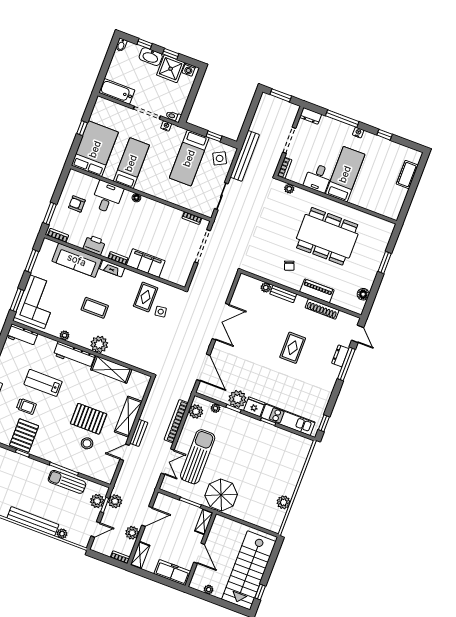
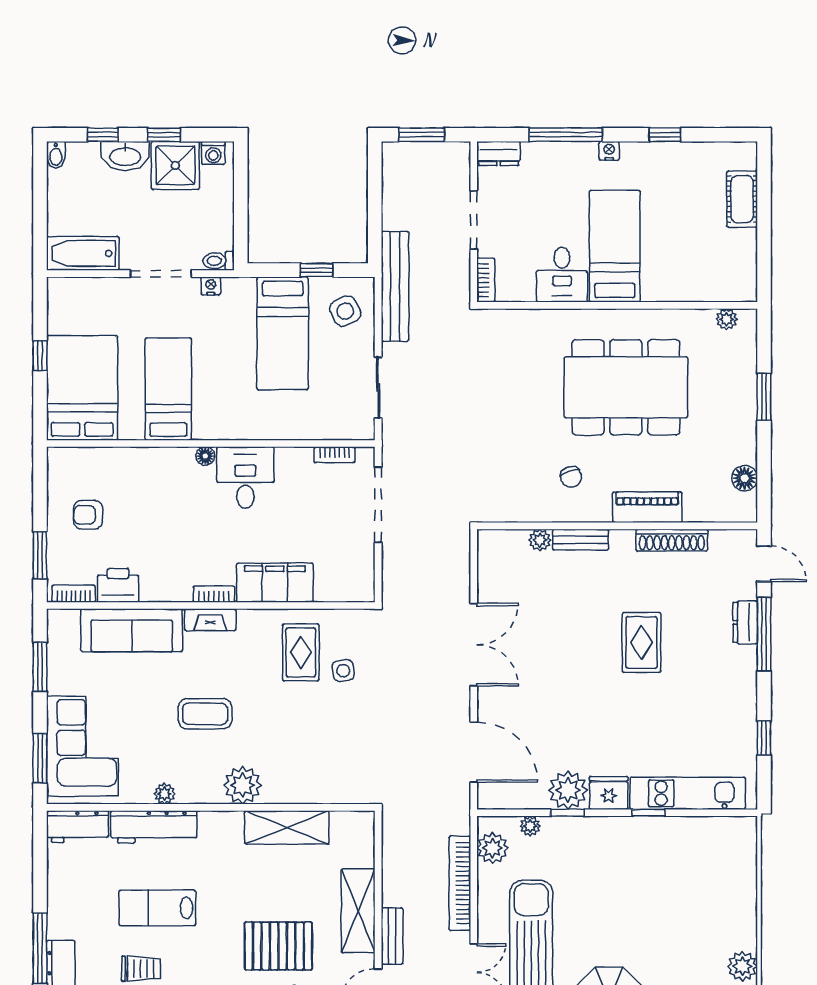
plant: (289, 189) -> (727, 319), moved
desk: (107, 197) -> (245, 478), moved
printer: (94, 245) -> (118, 585), moved
workbench: (74, 355) -> (154, 827), moved
window: (324, 423) -> (764, 738), moved

